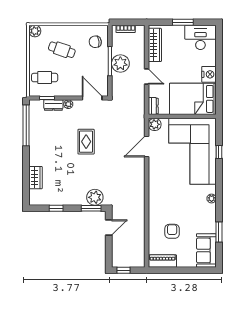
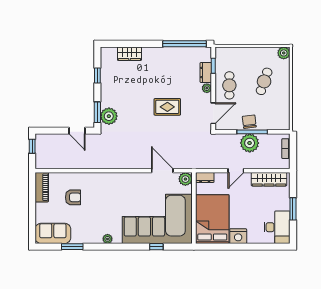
chair: (95, 42) -> (249, 122), moved
cafe table: (45, 78) -> (229, 85), moved

